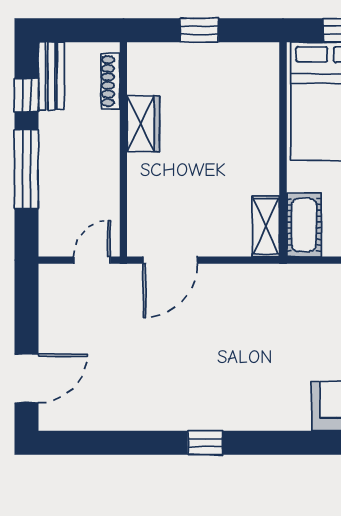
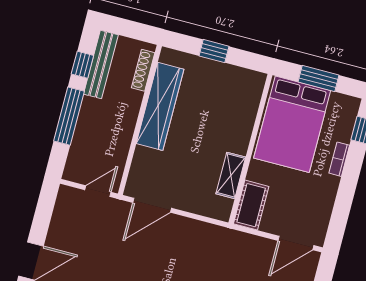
bench: (51, 76) -> (101, 64), width x1.36
wardrobe: (143, 124) -> (160, 106), width x2.10, depth x1.17
shelving: (266, 226) -> (231, 175), moved

